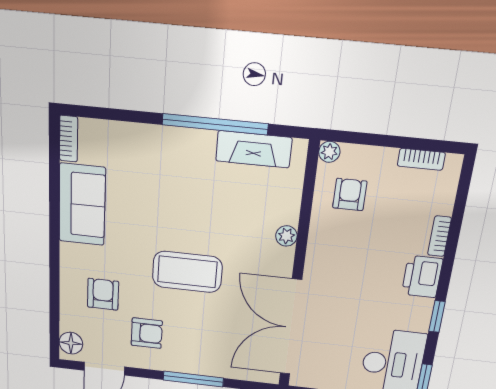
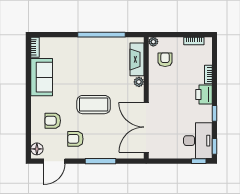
fireplace: (254, 149) -> (137, 59), moved, turned 90
armchair: (103, 294) -> (53, 121), turned -90
armchair: (147, 333) -> (75, 139), turned 180

